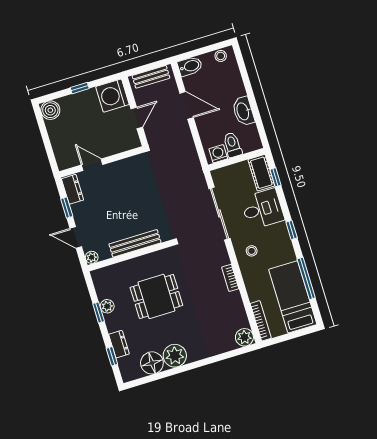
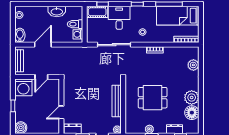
door: (137, 118) -> (41, 77), swing flipped
dining table: (156, 296) -> (153, 98), turned 90
plant: (244, 337) -> (193, 65), moved

